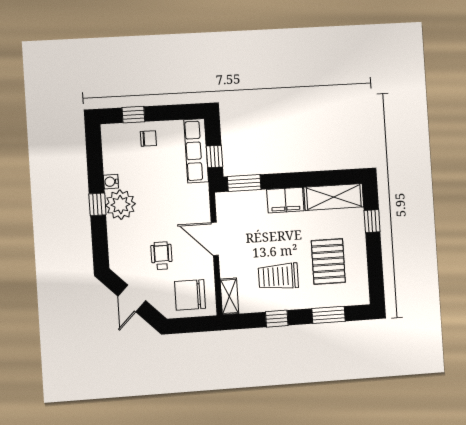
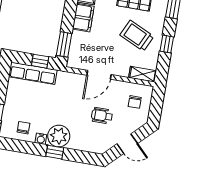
chair: (148, 138) -> (23, 128), moved
trolley: (278, 276) -> (137, 36), turned 115
chair: (190, 295) -> (135, 102), width x0.54, depth x0.54

